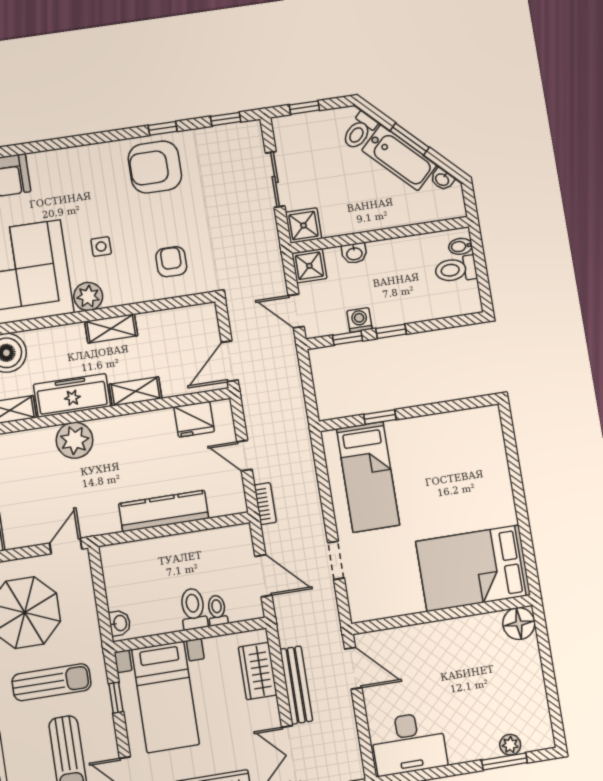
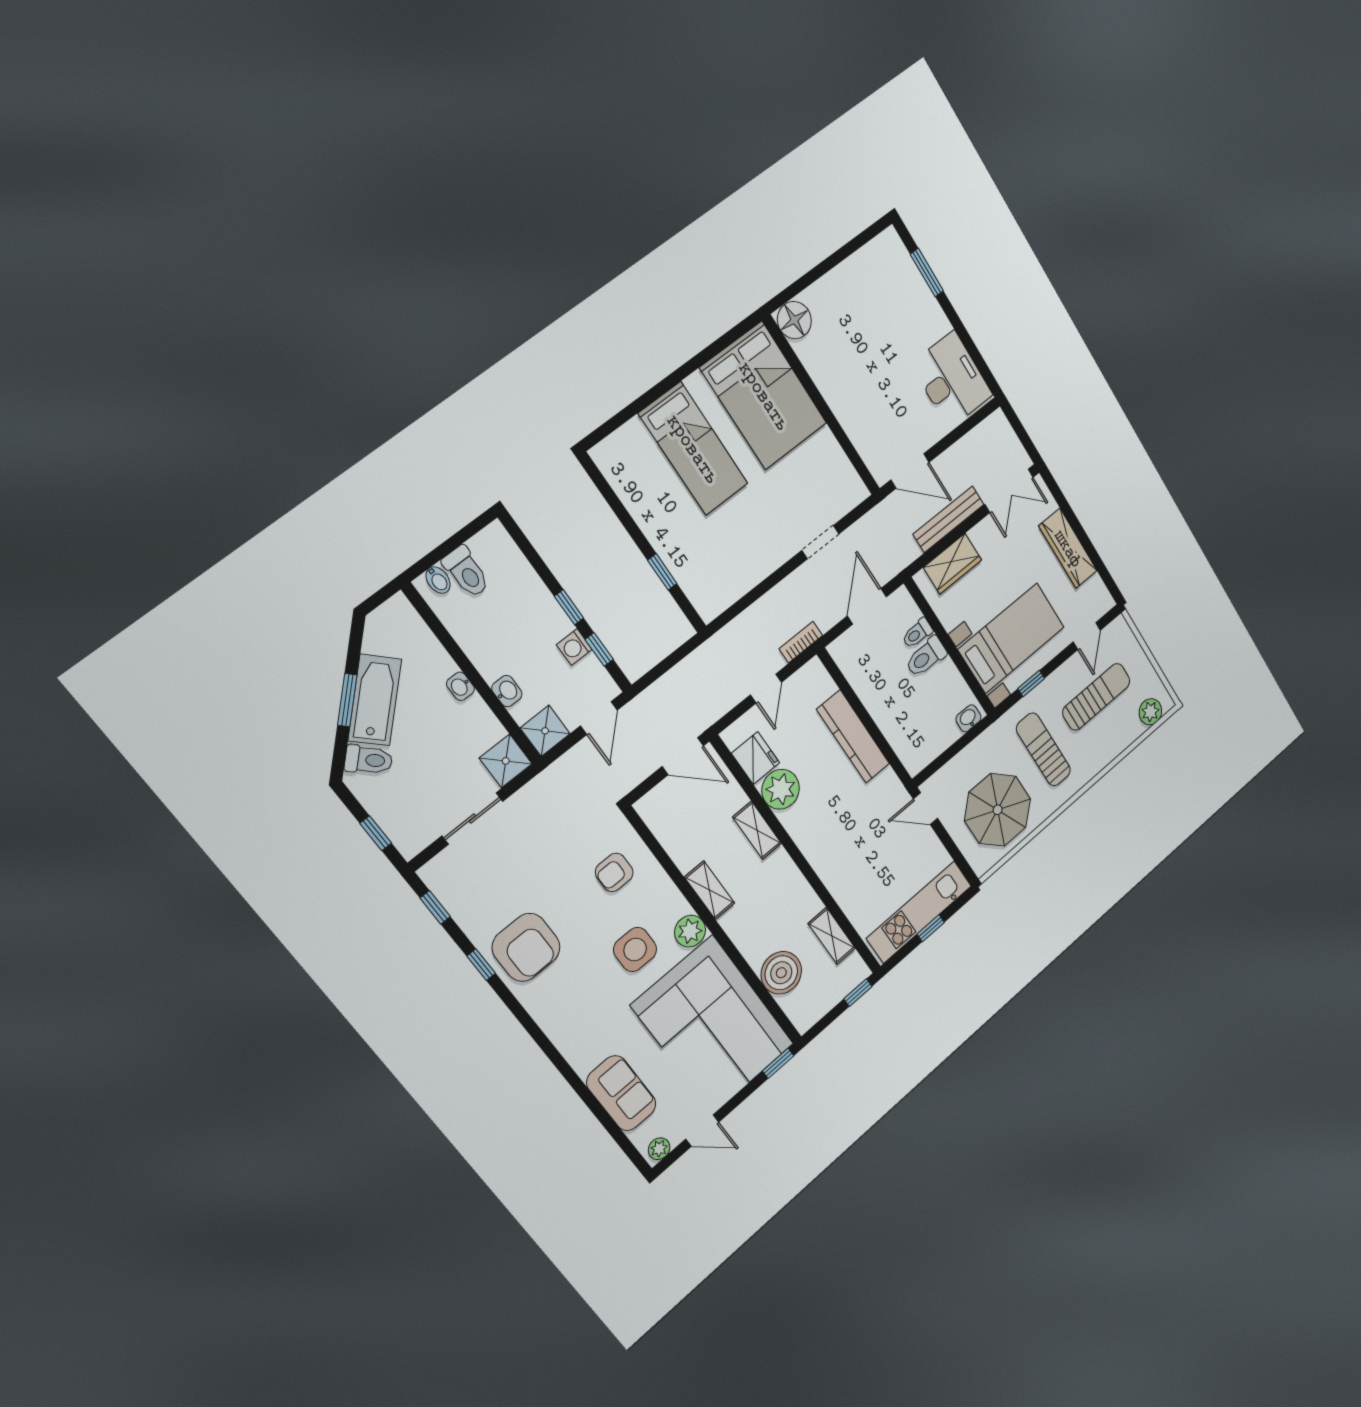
washbasin: (442, 179) -> (460, 686), moved, turned 135
side table: (101, 247) -> (635, 949), width x1.87, depth x1.87
freezer: (72, 395) -> (790, 888), removed
plant: (75, 440) -> (781, 789), moved
bed: (368, 477) -> (693, 449), moved, turned 90
door: (353, 668) -> (910, 471), swing flipped
plant: (510, 745) -> (910, 274), removed

